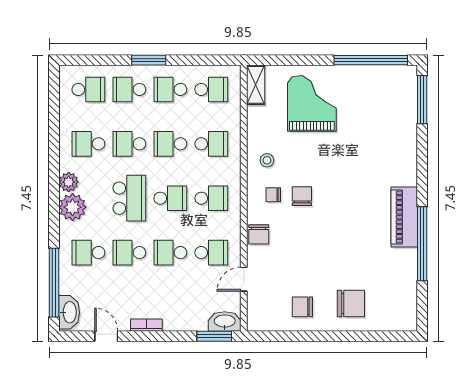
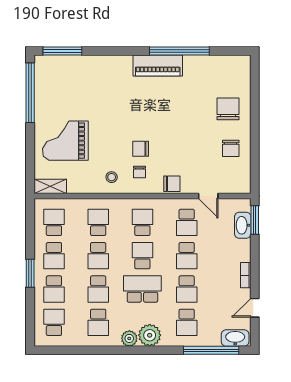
school desk: (211, 253) -> (187, 222), turned 180
washbasin: (225, 322) -> (243, 225), moved

